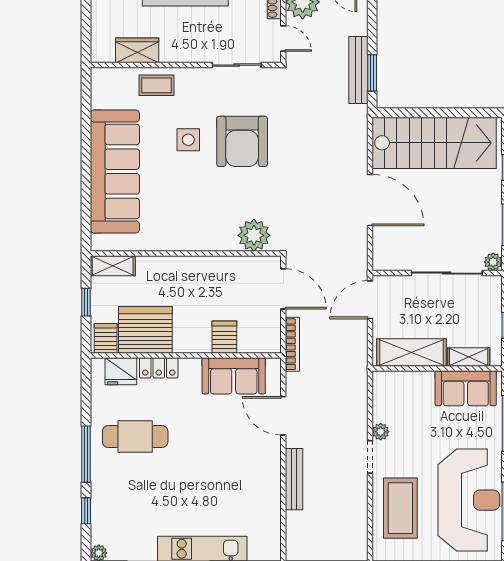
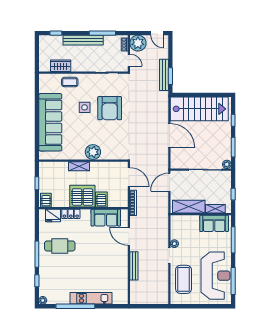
plant: (254, 235) -> (93, 152), moved
shelving: (113, 266) -> (79, 166), moved
server rack: (145, 330) -> (82, 196), moved

